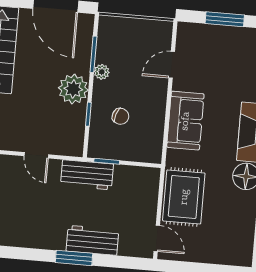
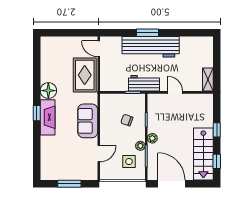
side table: (123, 47) -> (129, 162), added
plant: (73, 89) -> (152, 138), width x0.53, depth x0.53
workbench: (92, 240) -> (151, 47), width x1.88, depth x1.32

